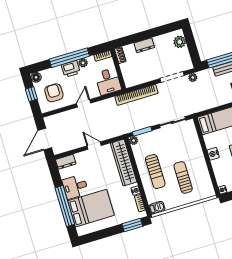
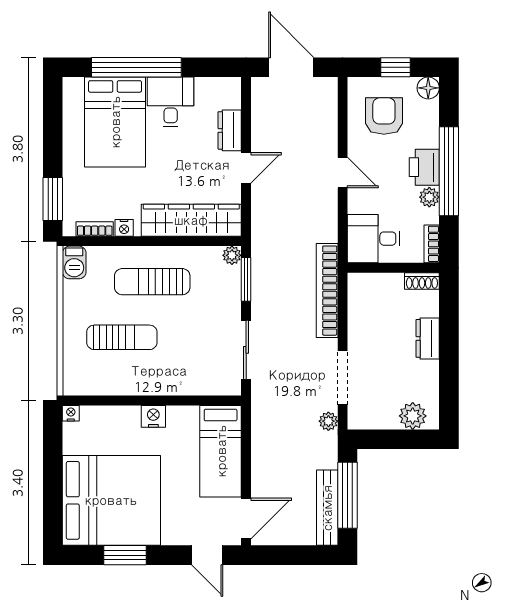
armchair: (54, 93) -> (384, 116), turned -90
dresser: (66, 162) -> (230, 130), moved

